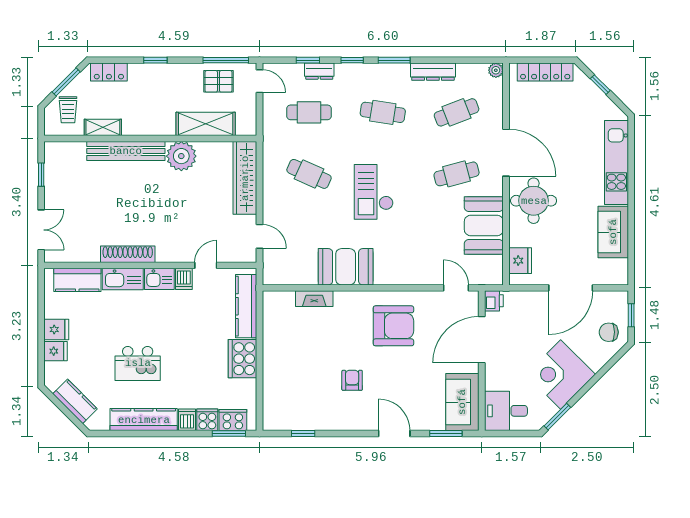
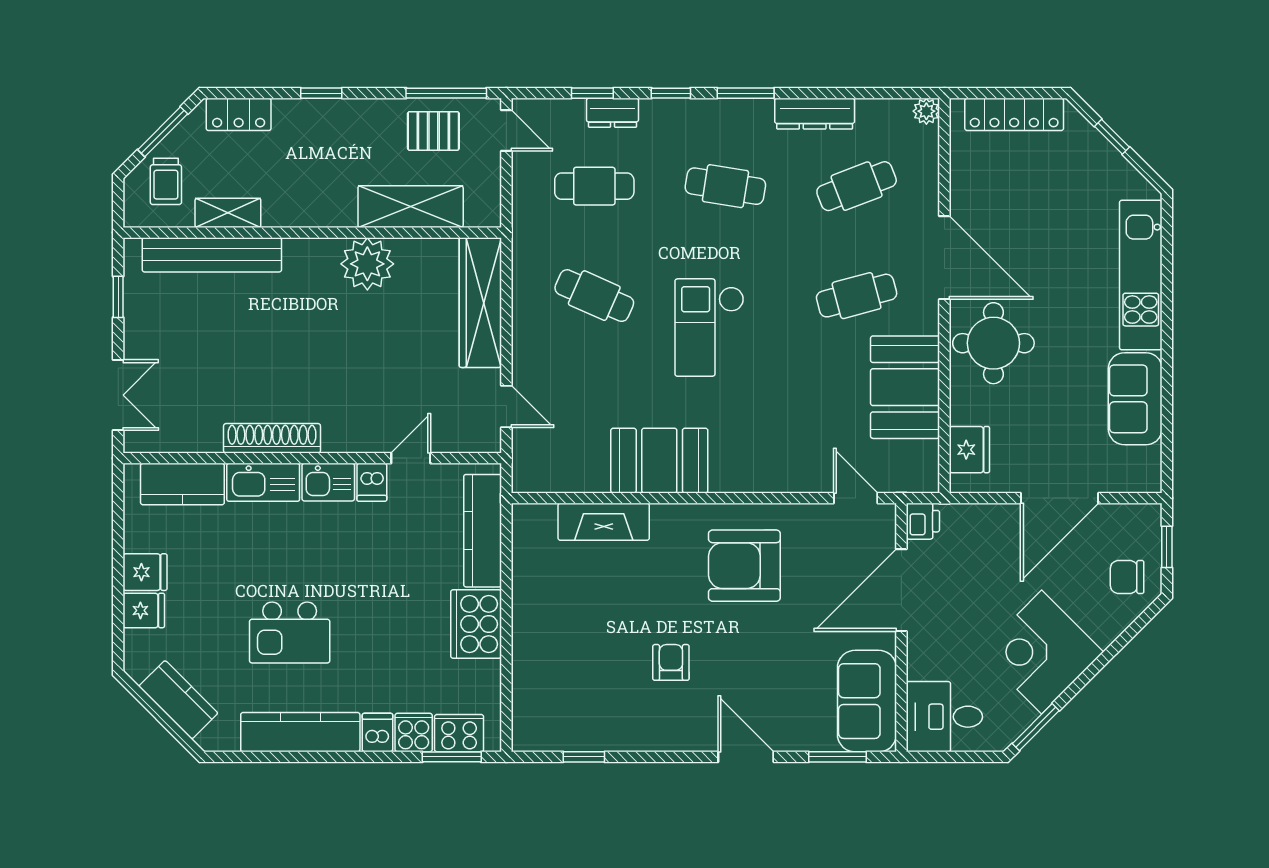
bench: (126, 151) -> (212, 255), moved
fireplace: (314, 299) -> (604, 522), width x1.37, depth x1.32
armchair: (393, 326) -> (744, 566), turned 180

